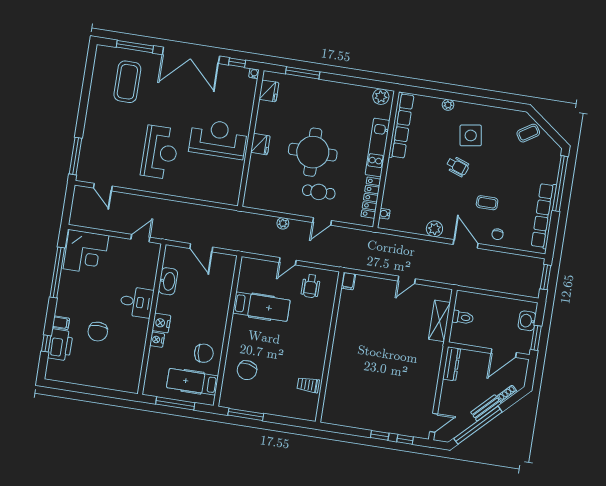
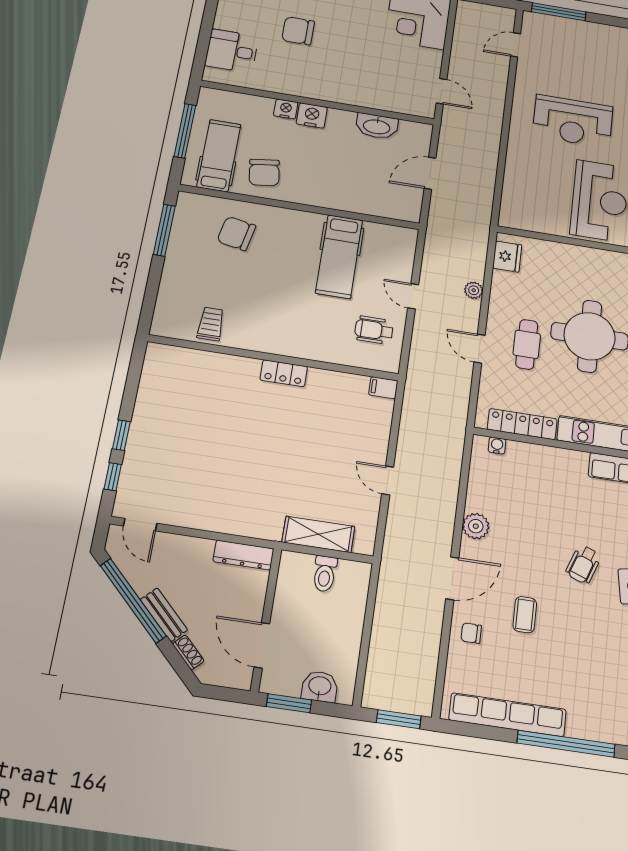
fridge: (260, 144) -> (507, 256), moved, turned -90
desk: (137, 302) -> (232, 51), moved, turned 90
locker: (340, 341) -> (284, 373), added

